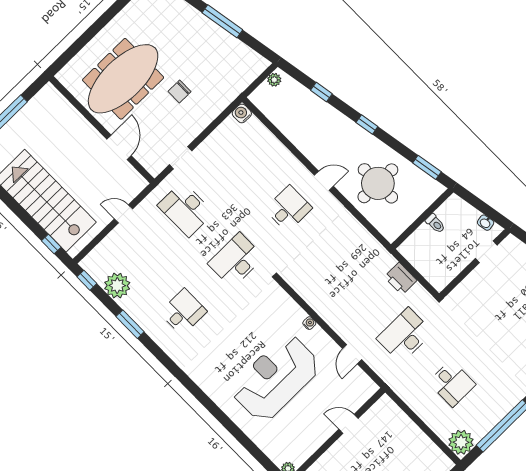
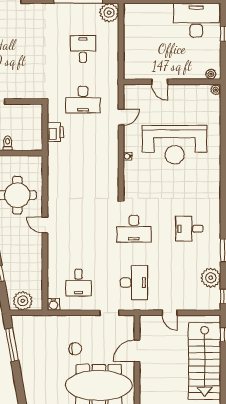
window: (222, 21) -> (12, 345), moved
plant: (274, 80) -> (23, 301), width x1.88, depth x1.88
desk: (288, 209) -> (79, 283), moved, turned -90

